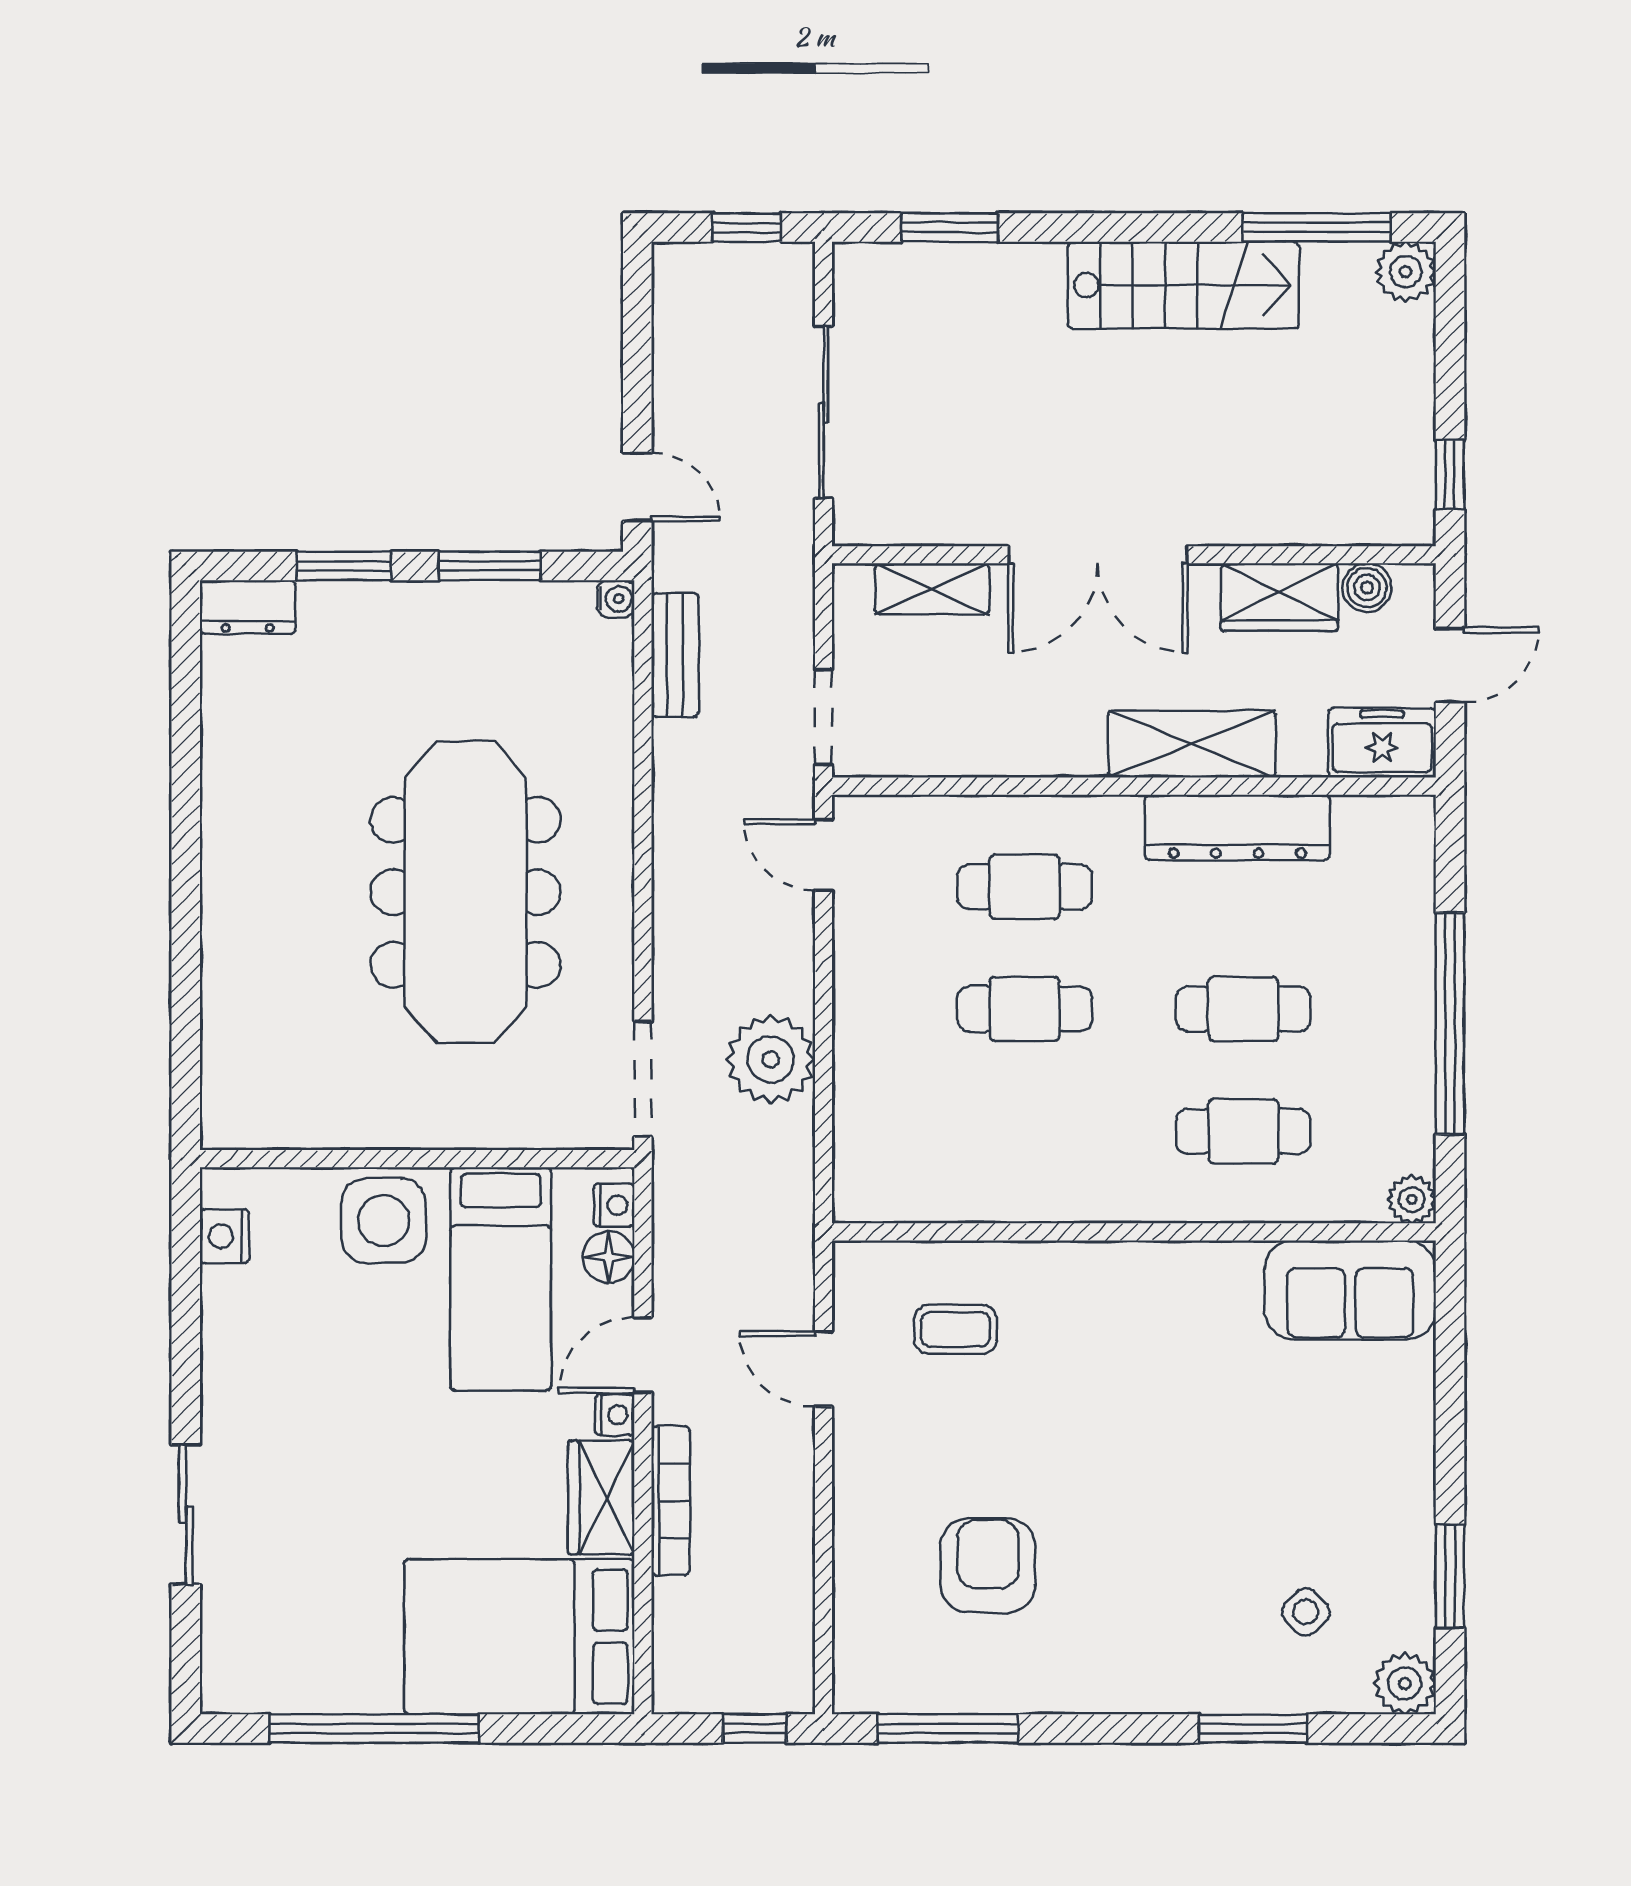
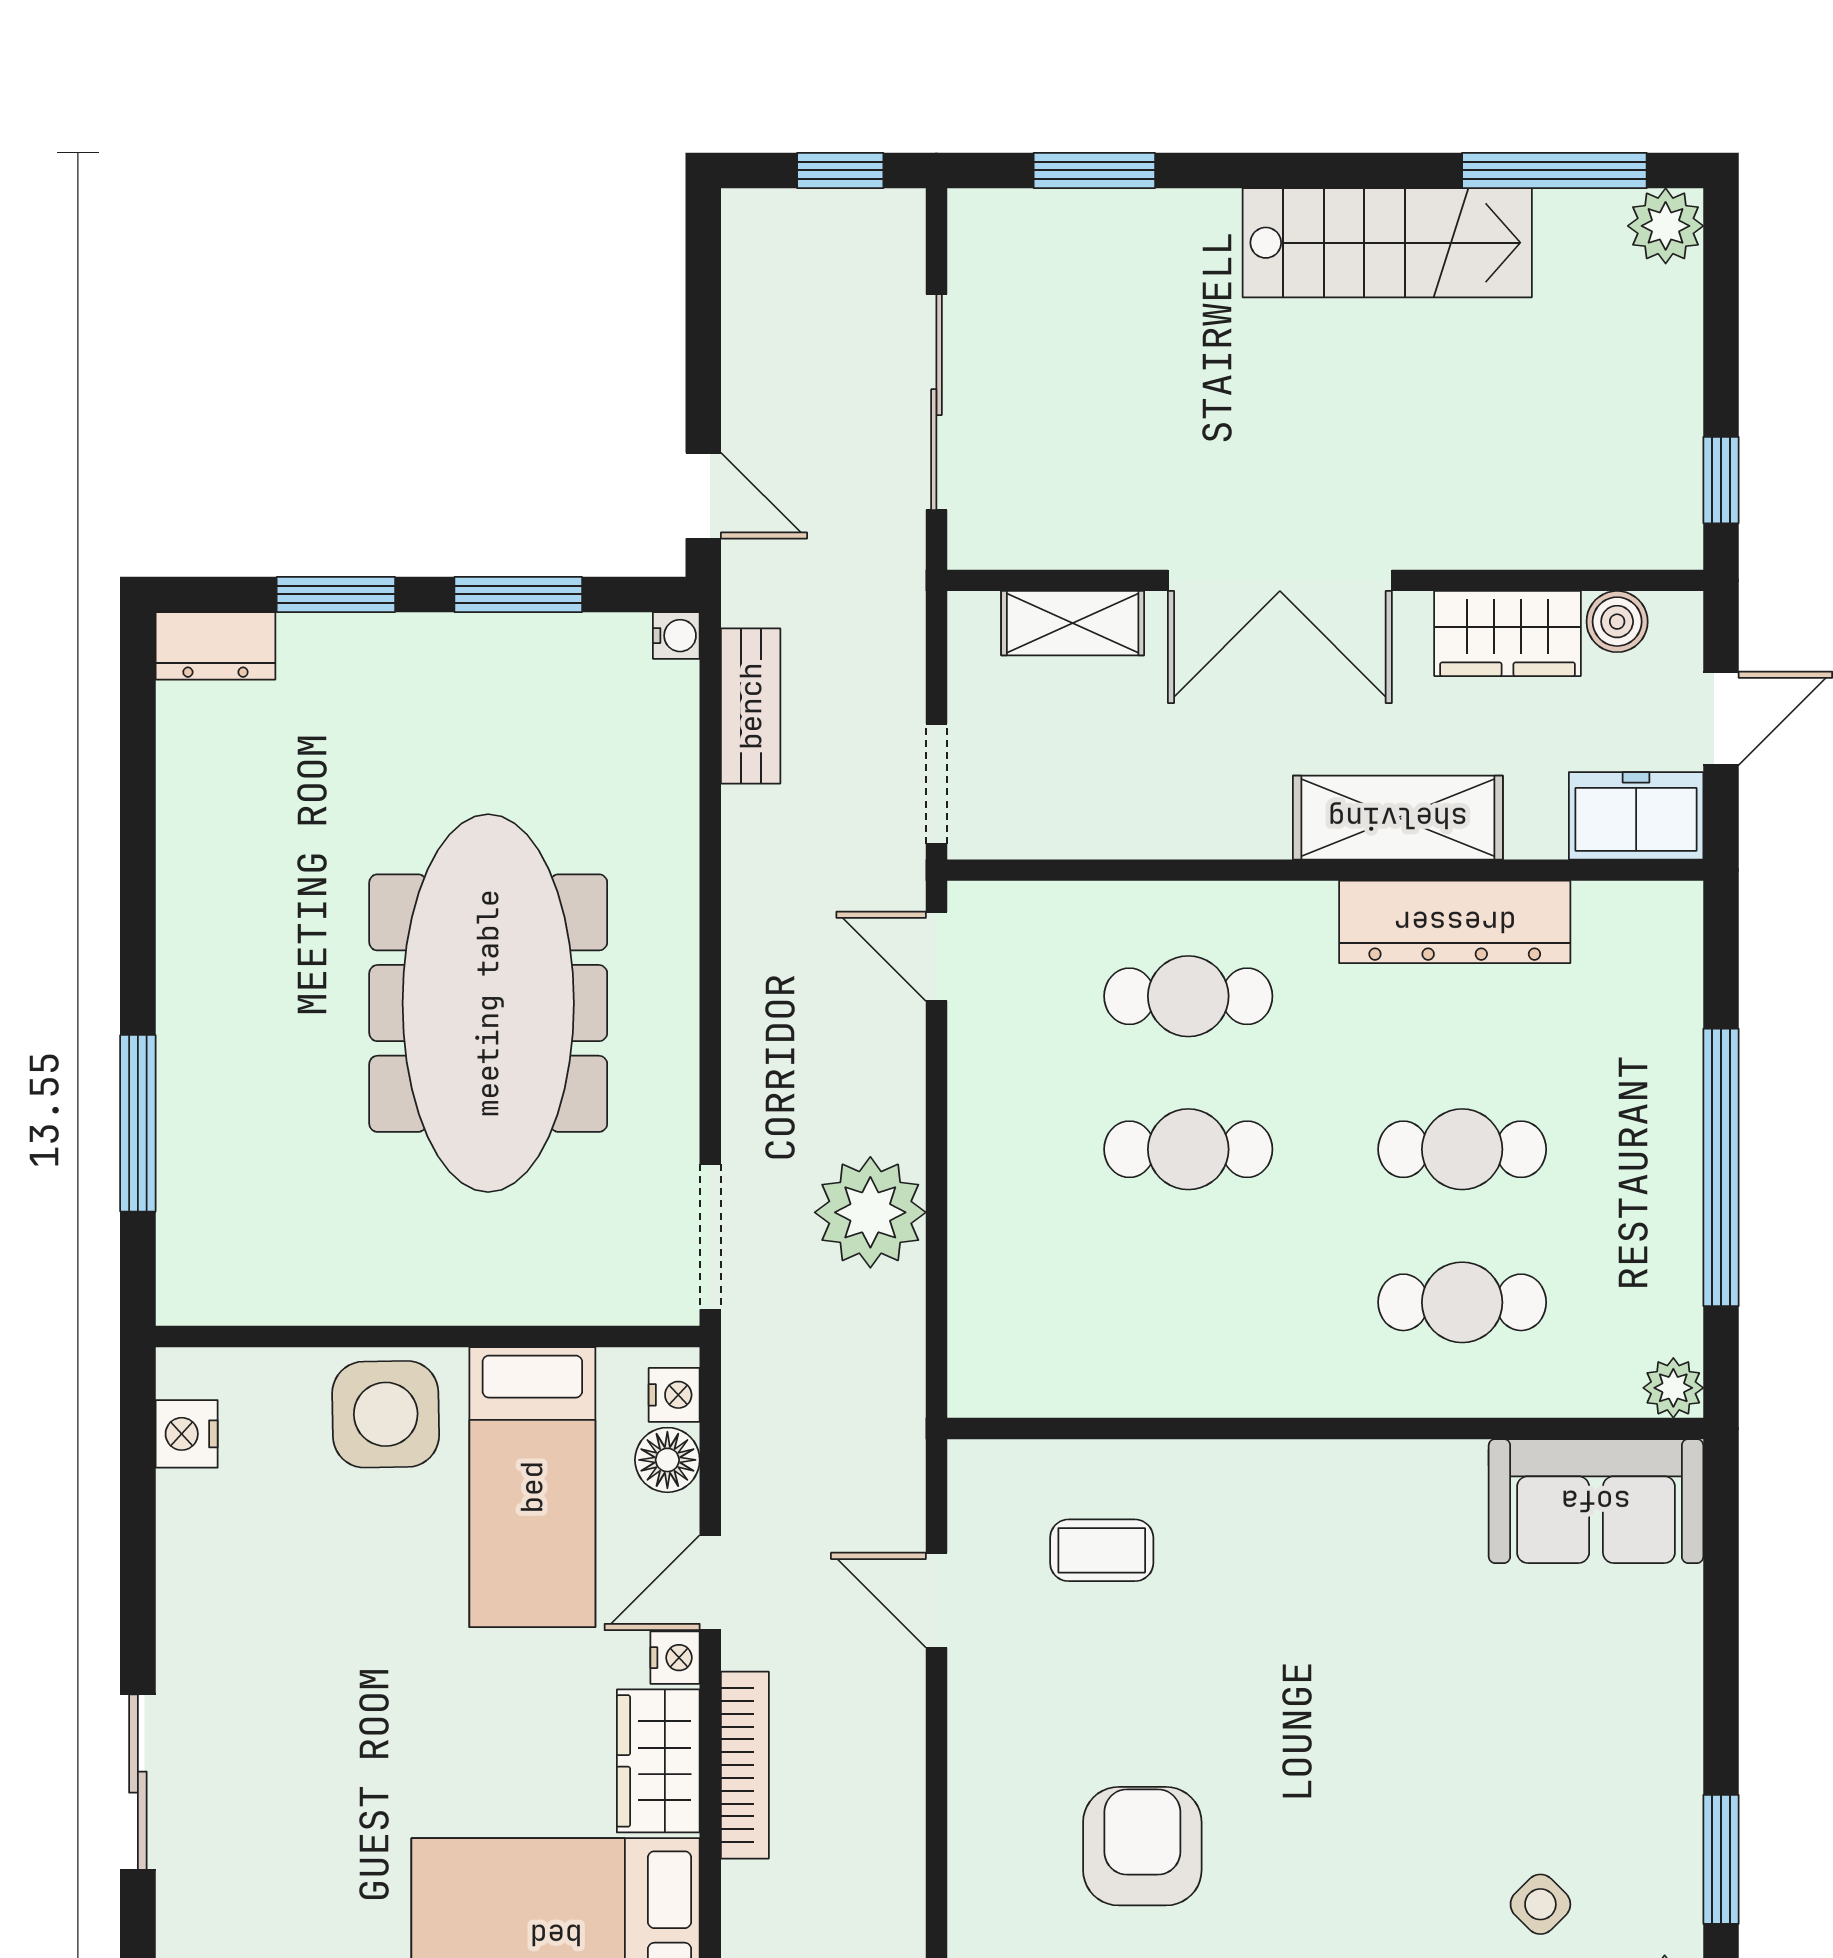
window: (186, 988) -> (138, 1123), added

